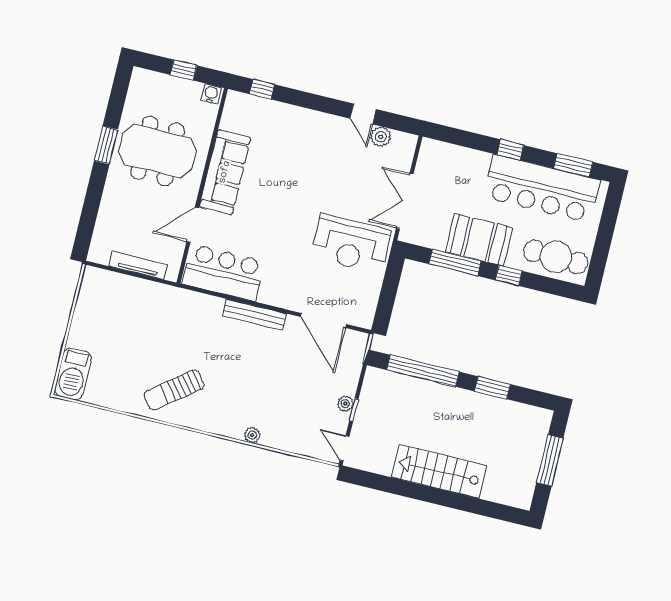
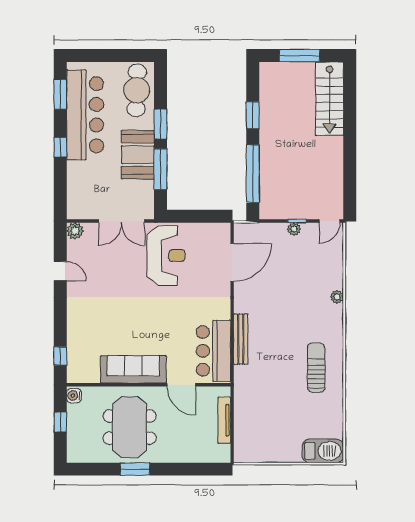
door: (363, 114) -> (60, 271), hinge flipped
plant: (381, 137) -> (75, 231), moved
window: (509, 276) -> (161, 124), width x1.50
bench: (254, 315) -> (241, 339), moved
sun lounger: (174, 390) -> (316, 368), turned -142
stairs: (439, 471) -> (330, 99), moved

